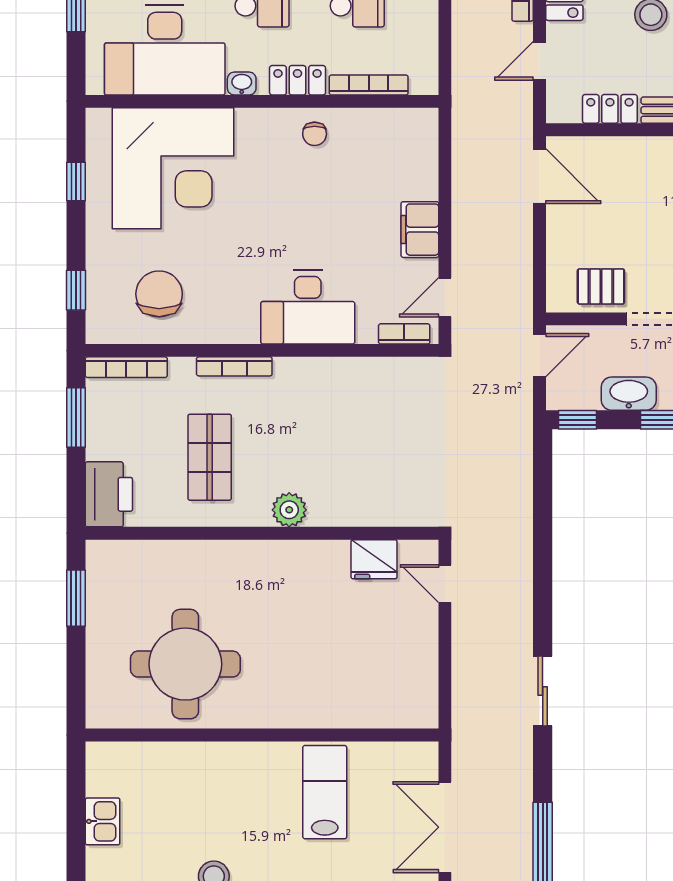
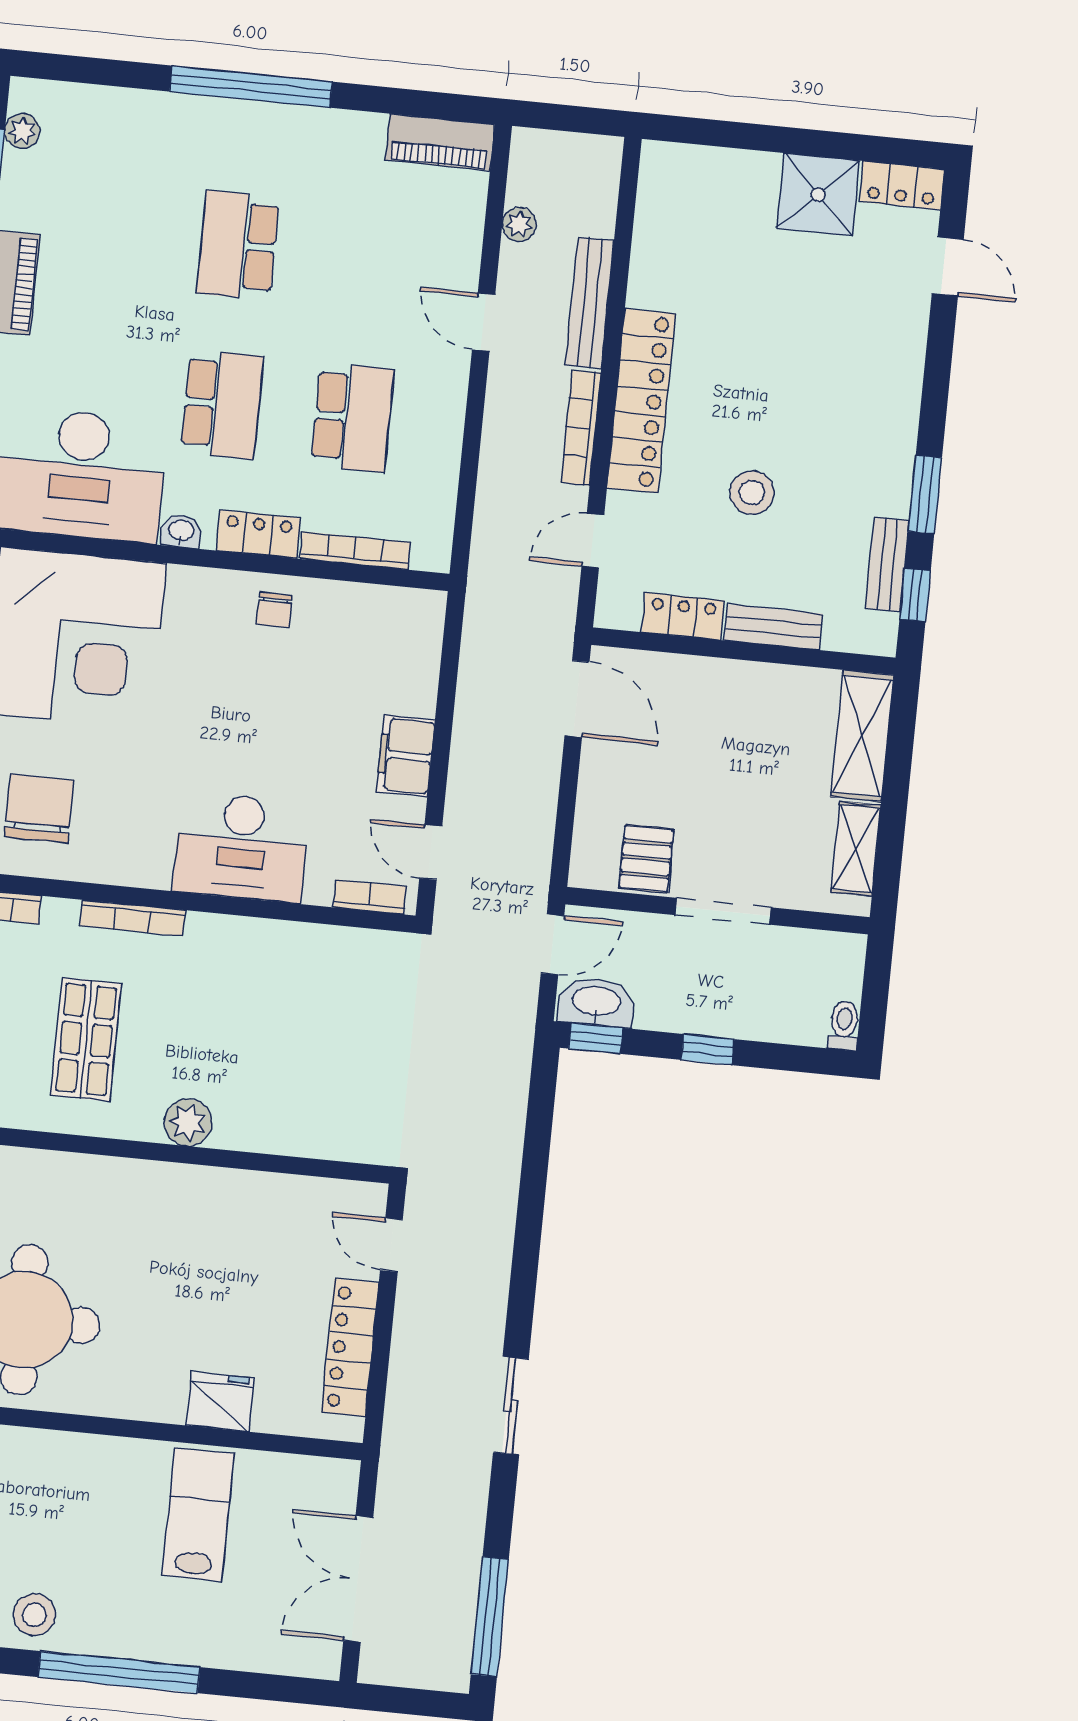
pallet: (601, 286) -> (646, 859), turned 90
door: (445, 297) -> (431, 852), hinge flipped
washbasin: (629, 394) -> (596, 1002), moved
fridge: (374, 559) -> (220, 1402), moved, turned 180
locker: (422, 661) -> (350, 1348), added

